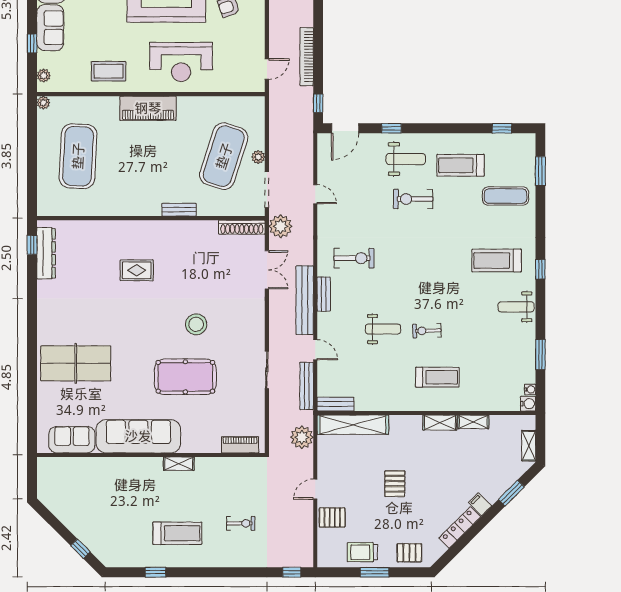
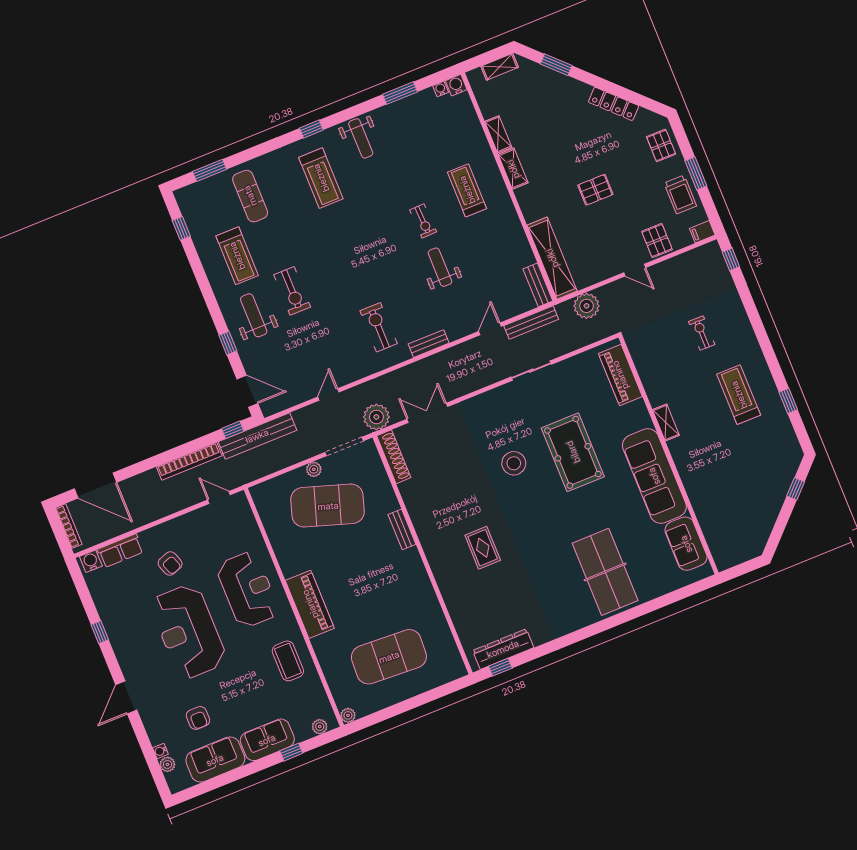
bench: (305, 300) -> (257, 436), moved
piano: (240, 445) -> (620, 375), width x1.37, depth x1.33
filing cabinet: (480, 504) -> (702, 232), moved, turned 45

